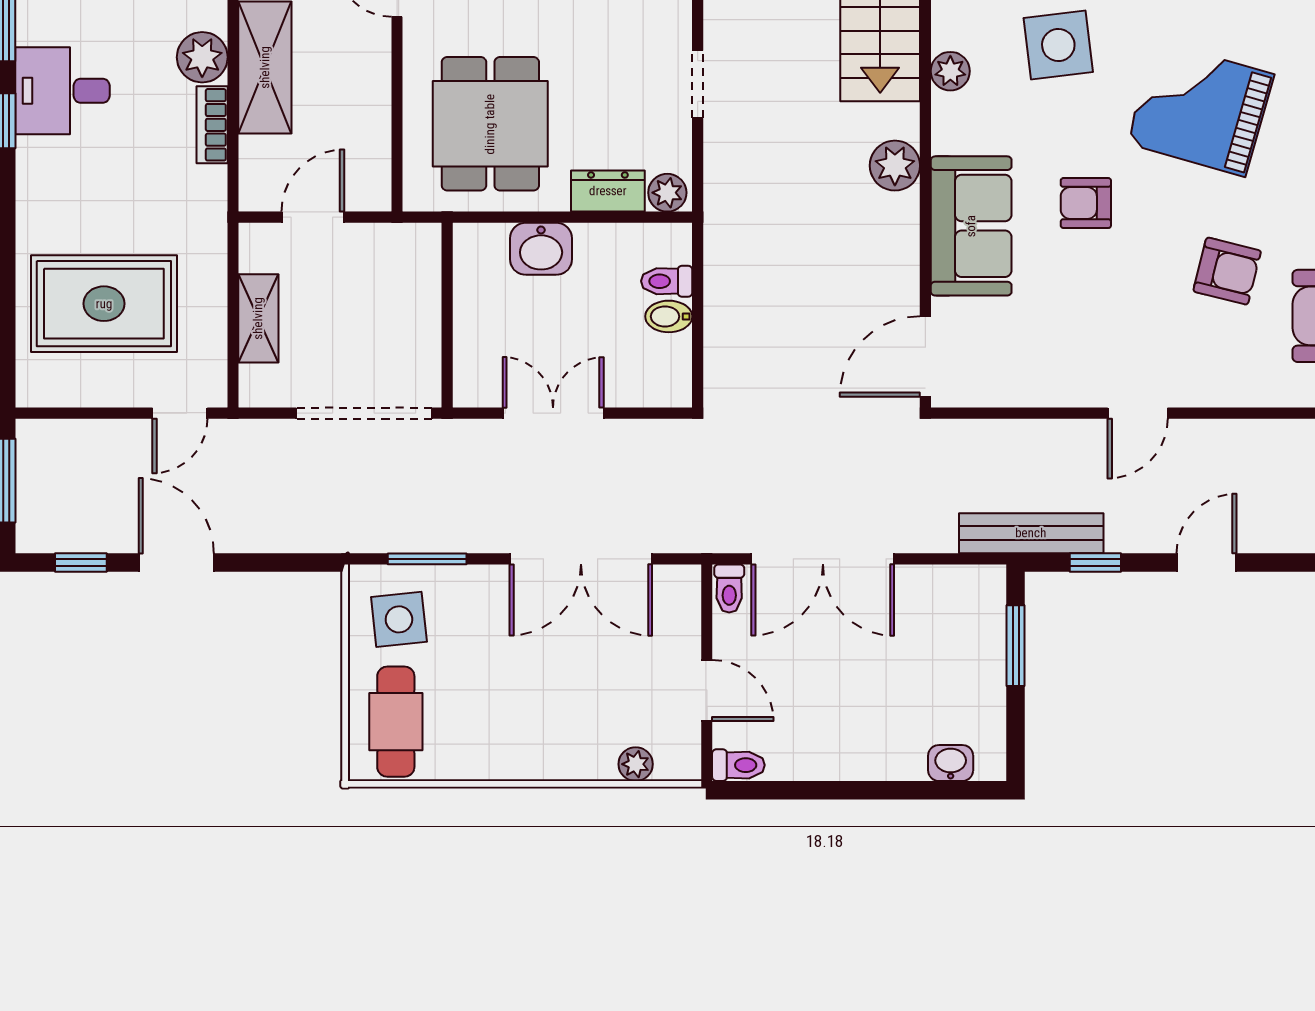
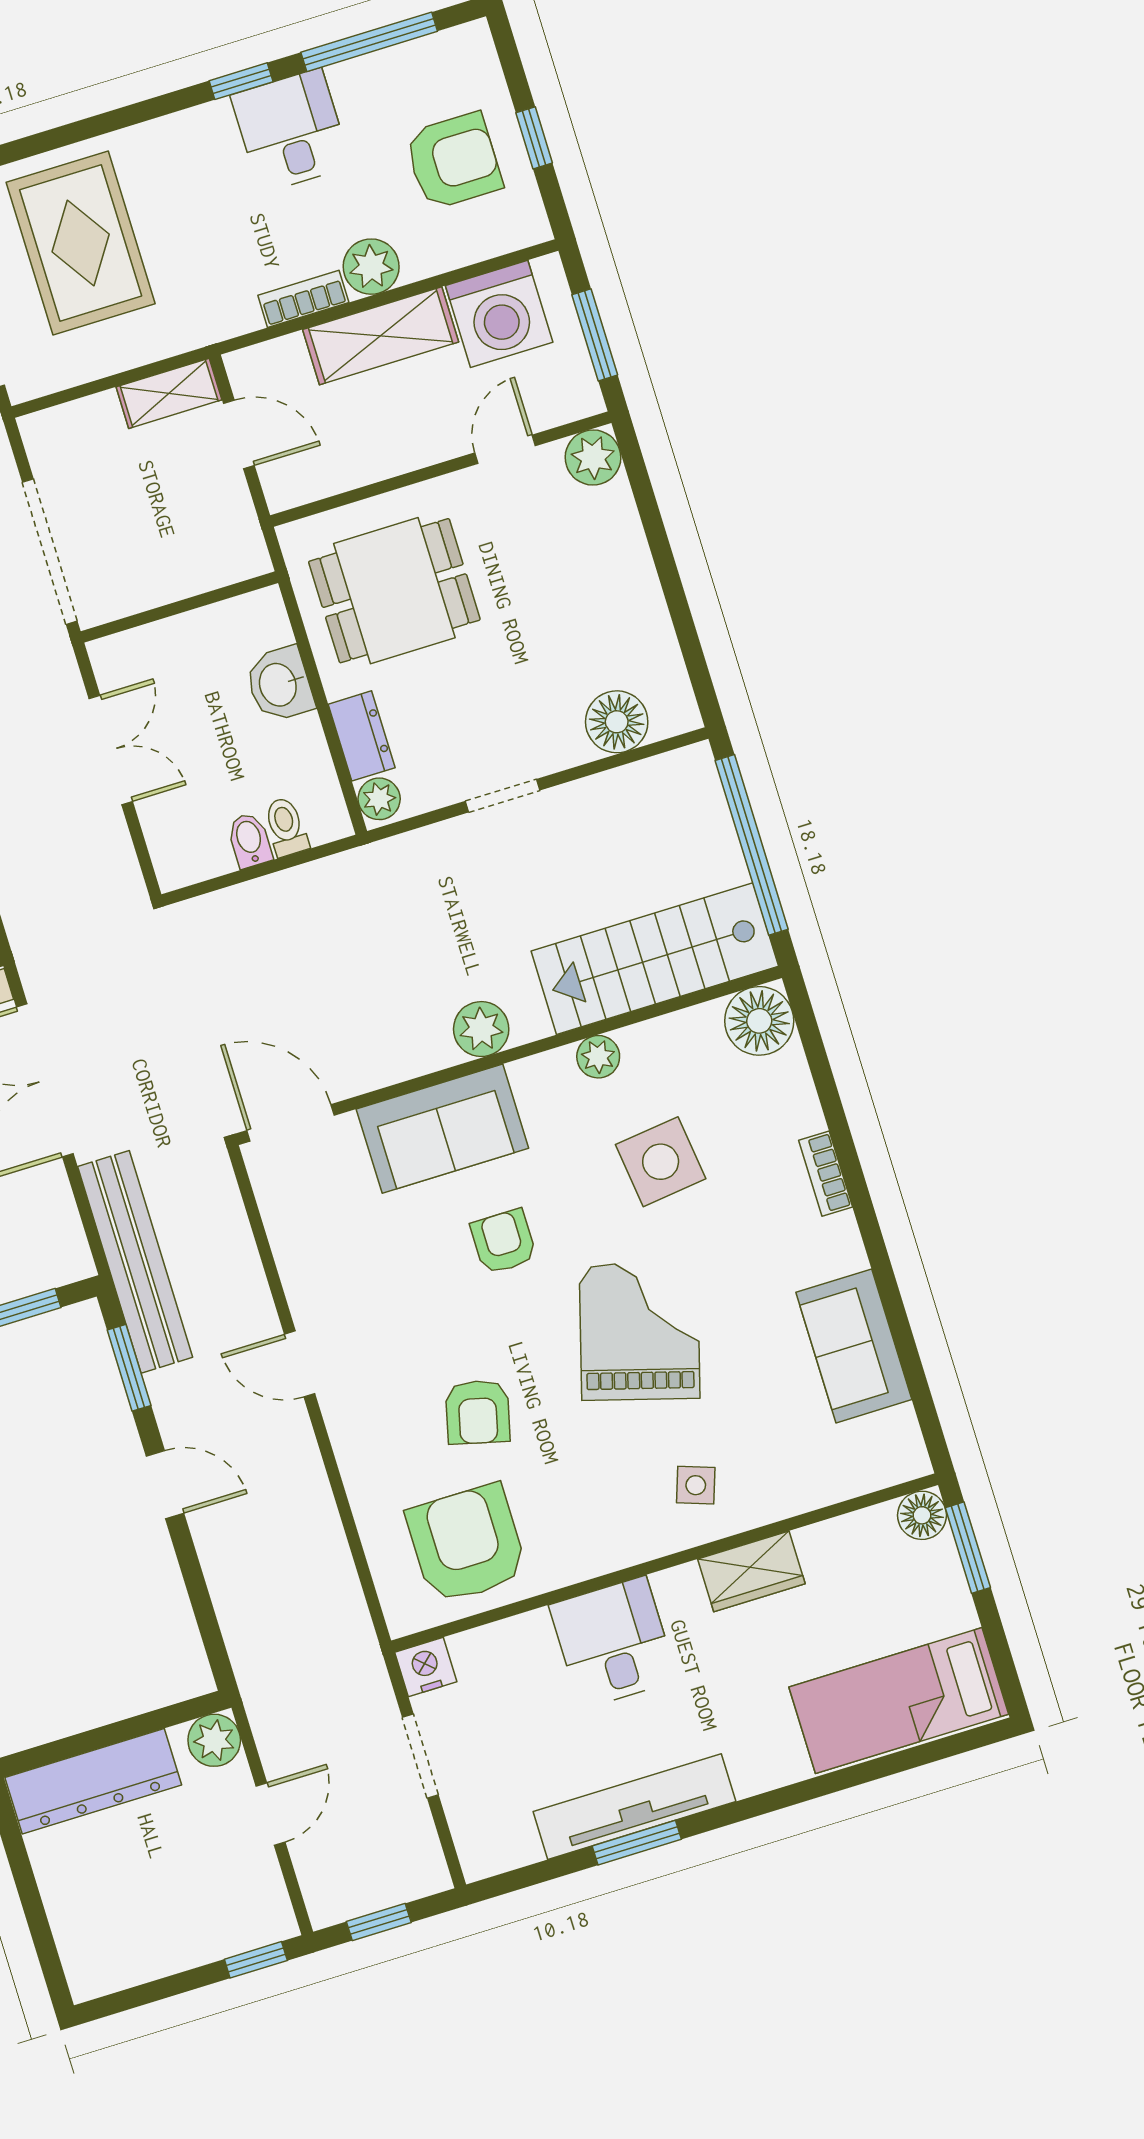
shelving: (258, 318) -> (169, 393), moved
bench: (1031, 533) -> (135, 1262), width x1.37, depth x1.21
window: (1095, 562) -> (129, 1368), width x1.50

